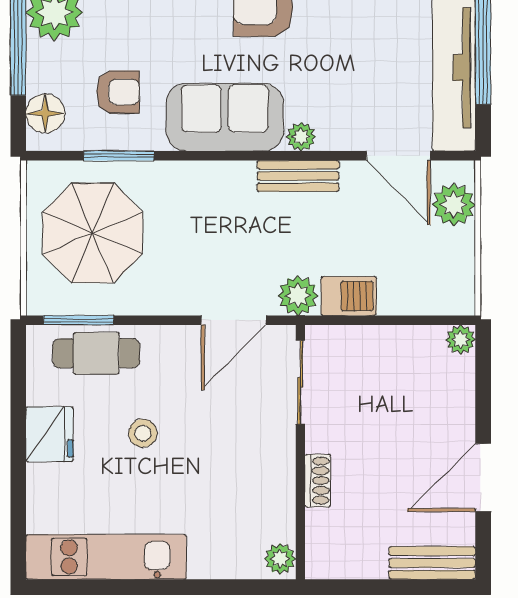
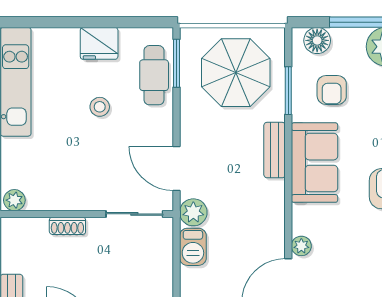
plant: (301, 137) -> (301, 246), moved
bench: (298, 176) -> (275, 150), moved

